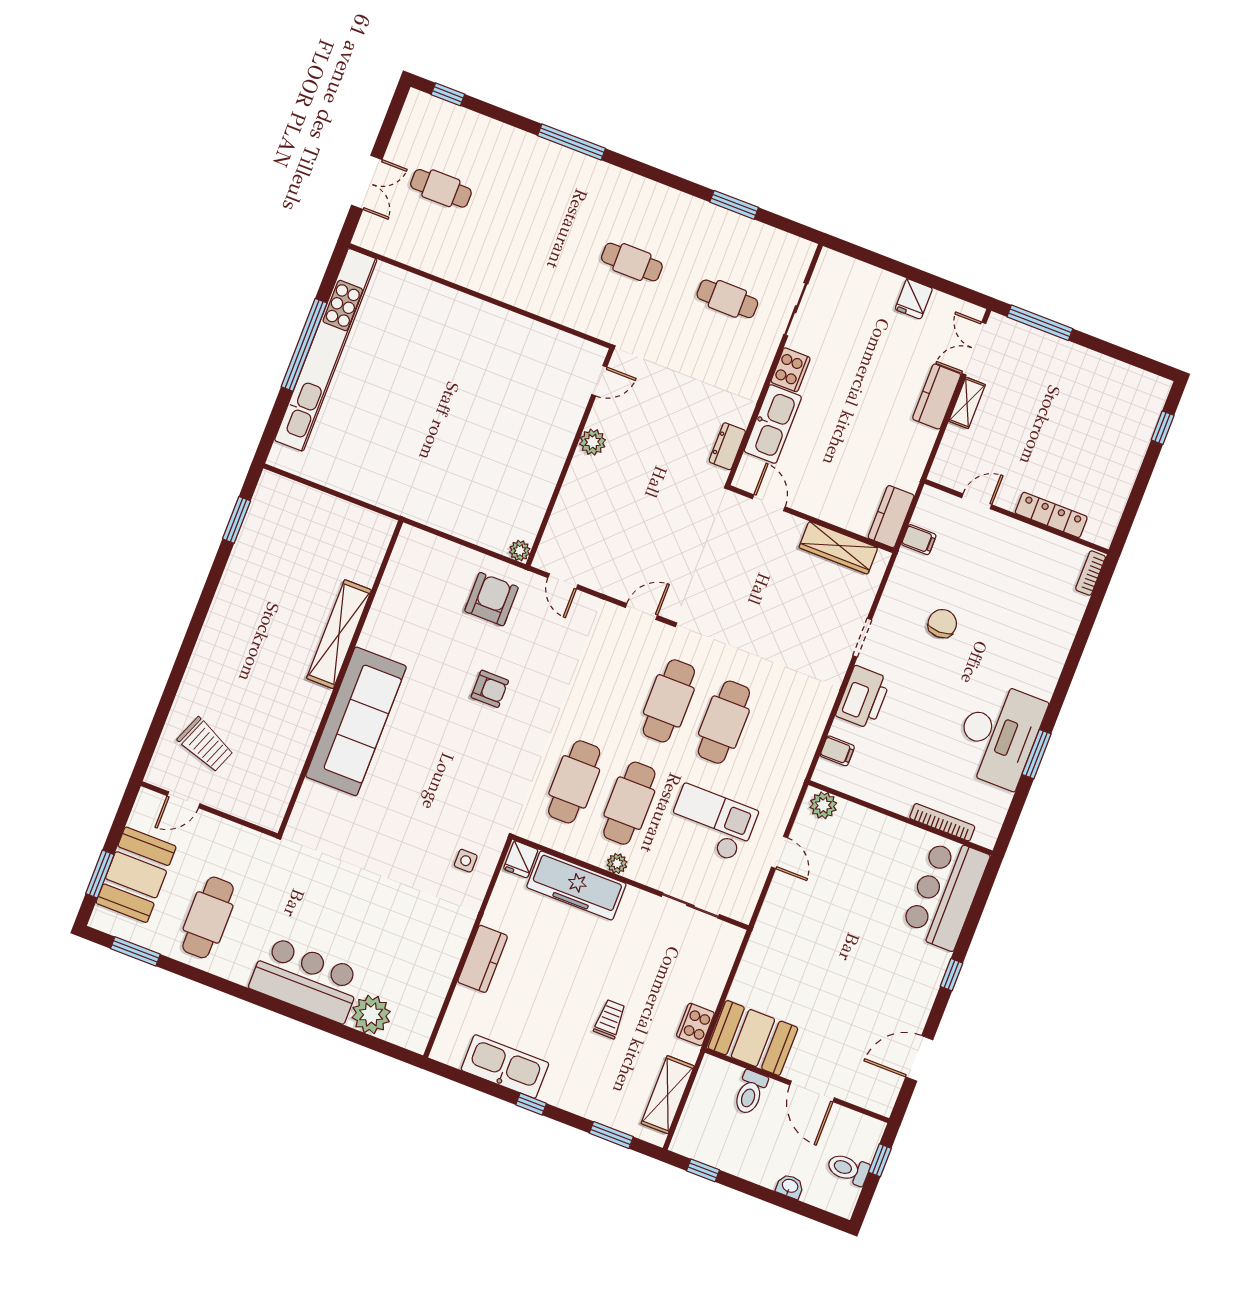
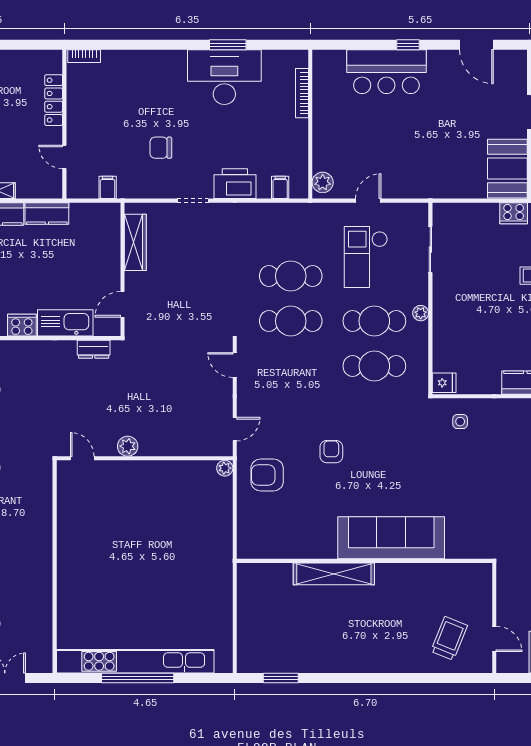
kitchen counter: (891, 517) -> (47, 213), moved
freezer: (576, 885) -> (447, 336), removed
bar counter: (945, 893) -> (386, 72), moved

